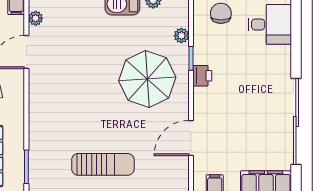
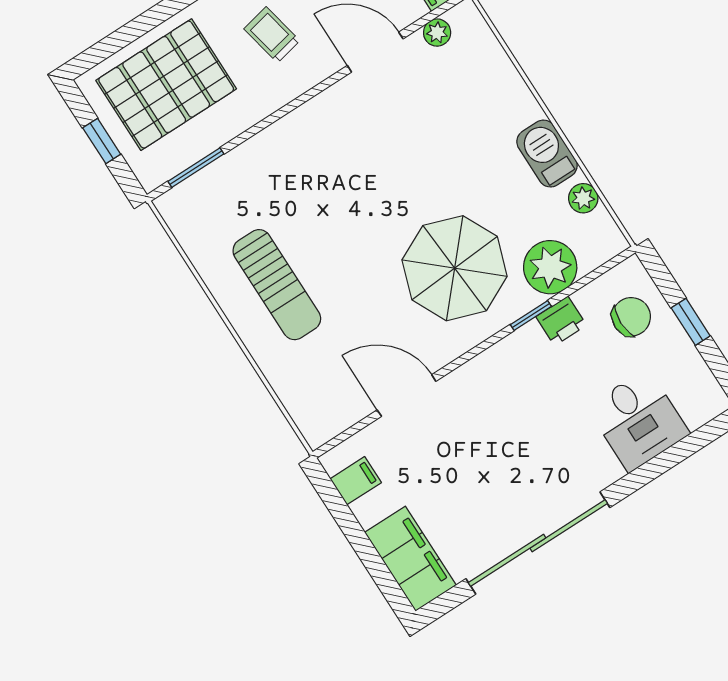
desk: (270, 24) -> (638, 420), moved
plant: (181, 36) -> (550, 267), width x1.88, depth x1.88
printer: (202, 76) -> (561, 321), moved

